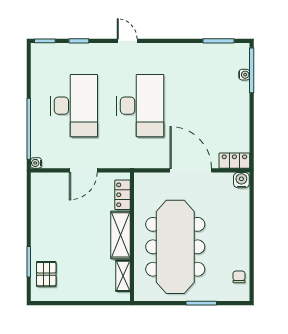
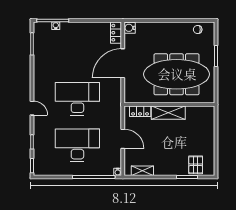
door: (127, 41) -> (32, 108), swing flipped
pallet: (46, 274) -> (196, 165), turned 90
shelving: (123, 276) -> (142, 171), moved

